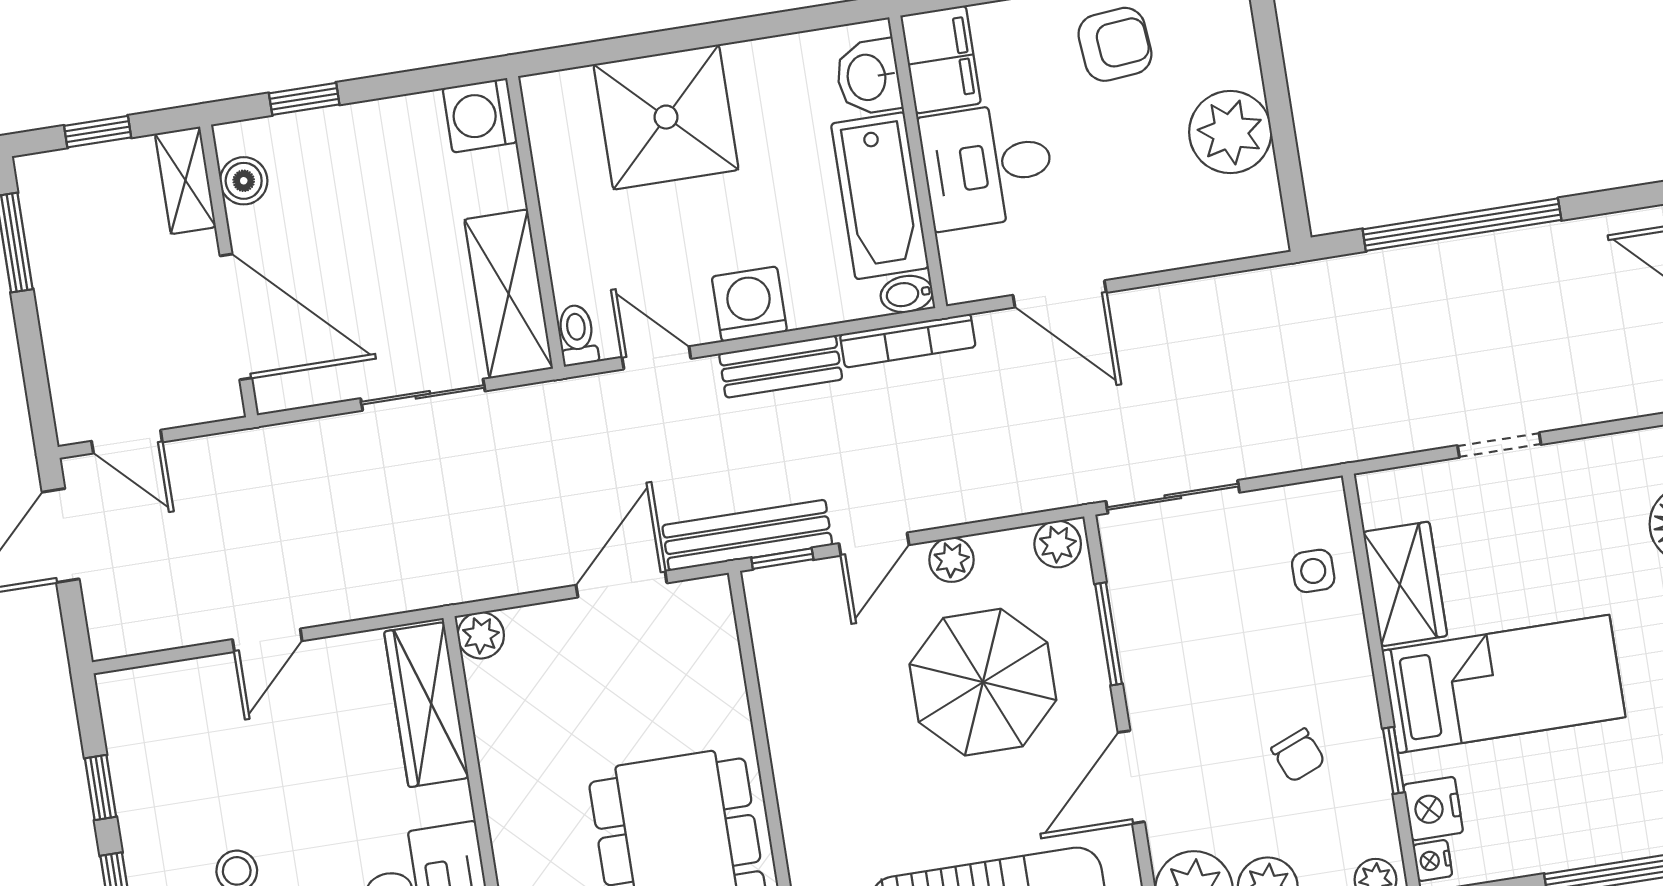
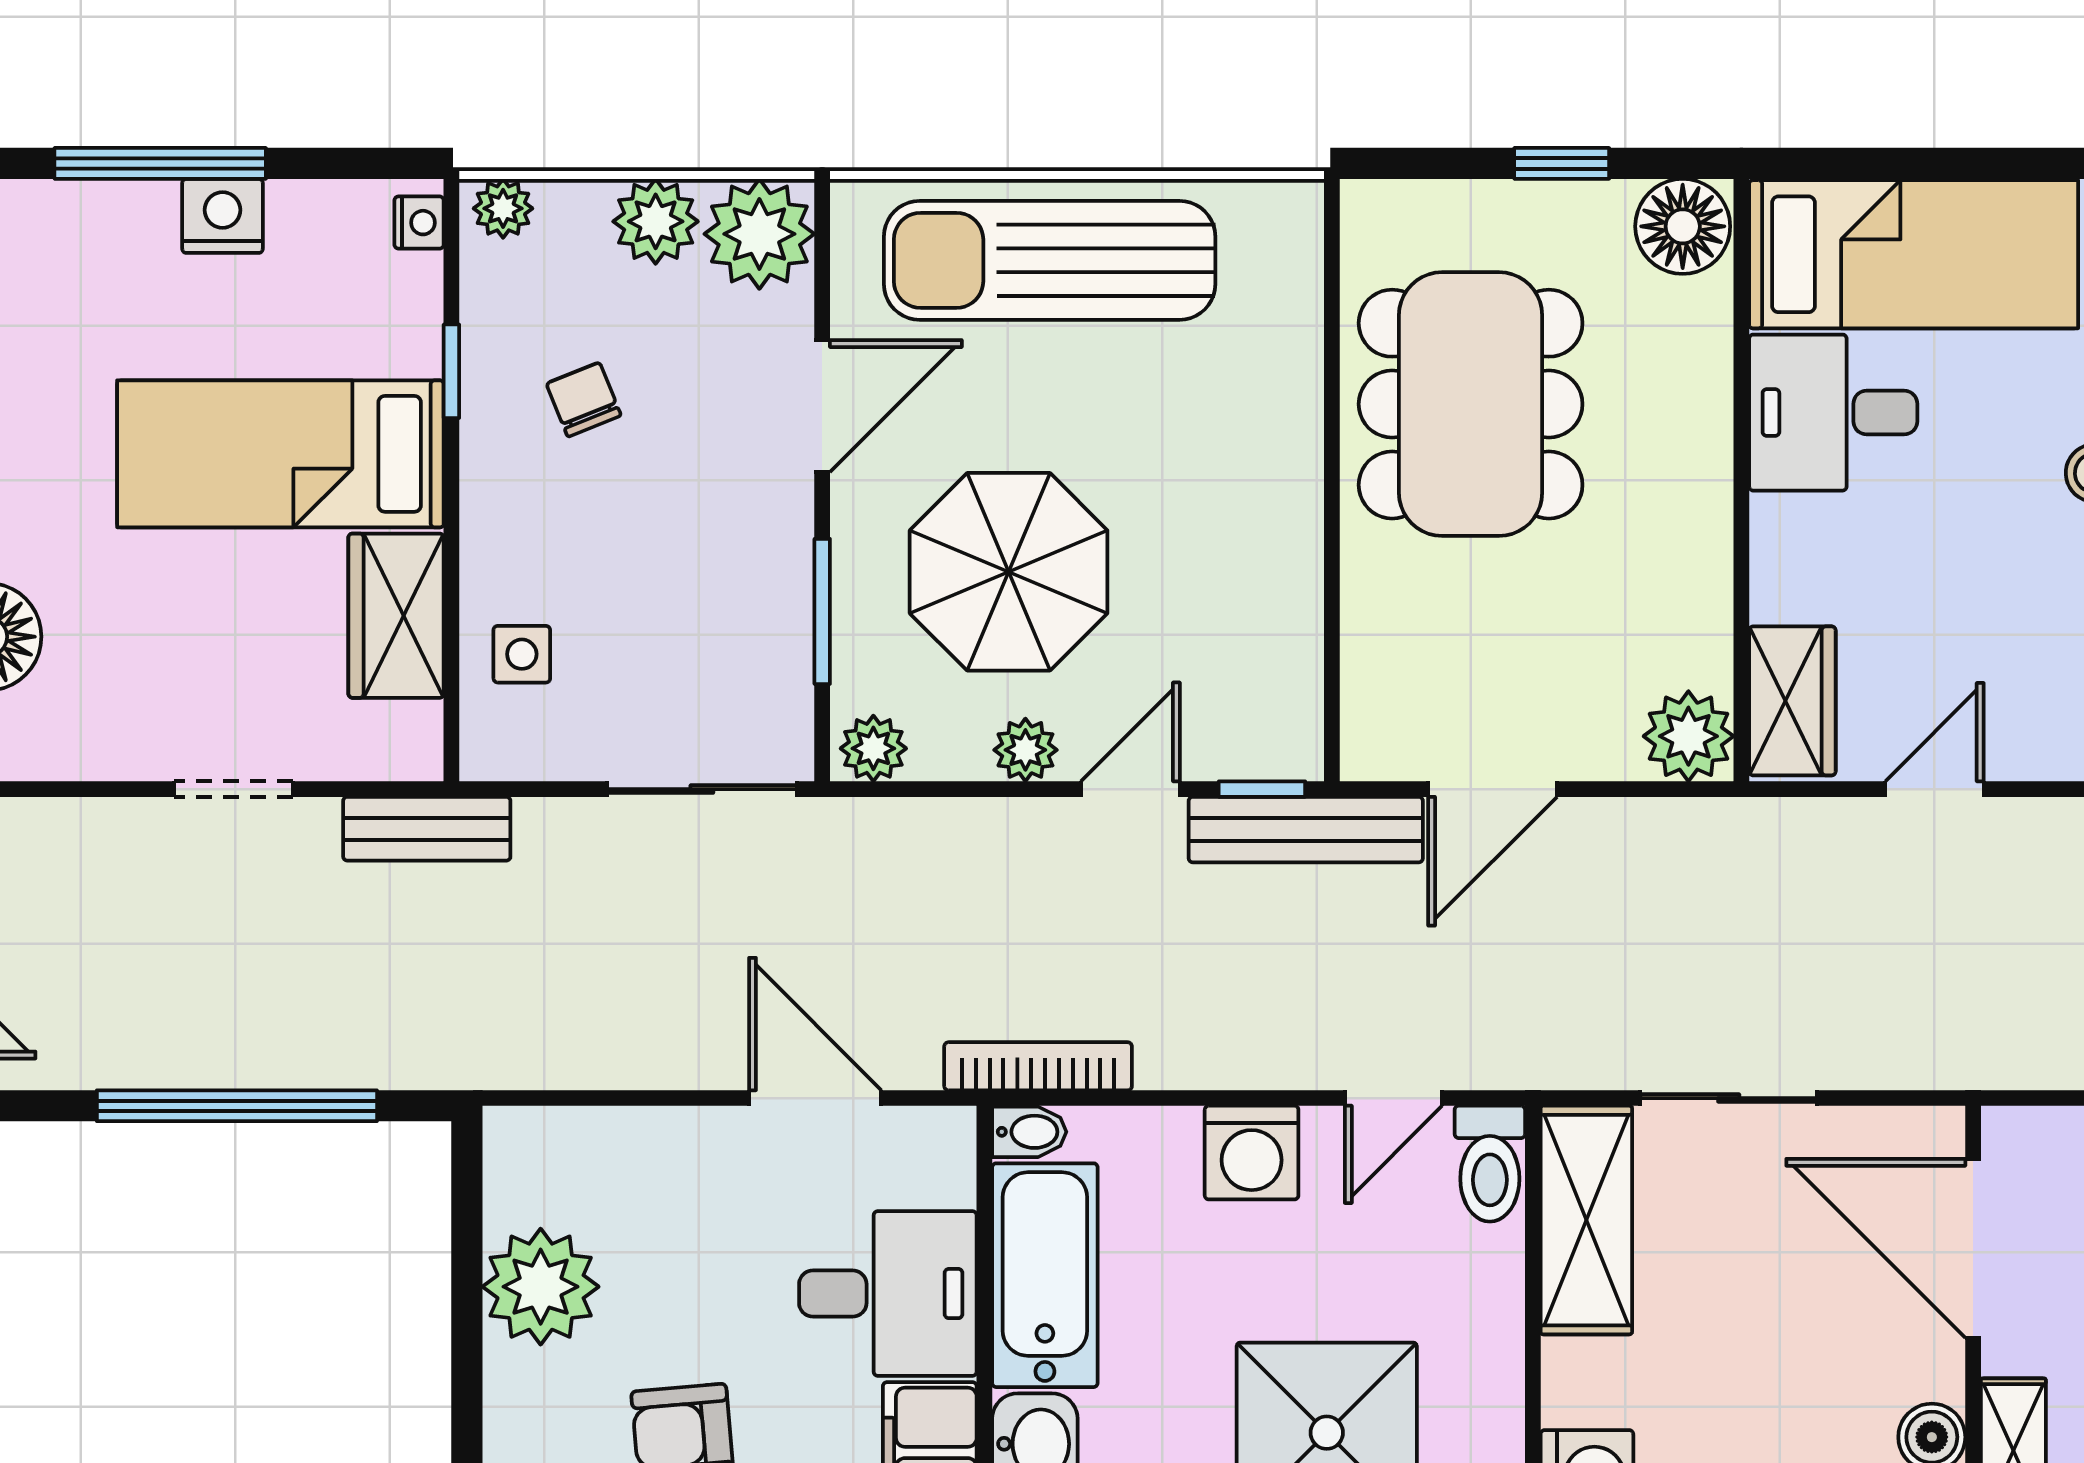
toilet: (577, 335) -> (1490, 1164), width x1.37, depth x1.39
door: (656, 358) -> (1394, 1098), hinge flipped
bench: (781, 366) -> (427, 829), moved
plant: (481, 635) -> (1688, 736), width x1.38, depth x1.38
door: (267, 640) -> (1934, 789), moved
wardrobe: (426, 705) -> (1792, 701), width x0.67
nightstand: (1433, 809) -> (223, 216), moved, turned -90

